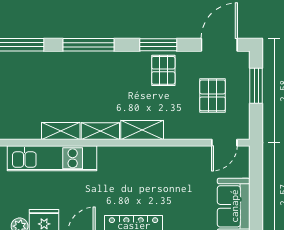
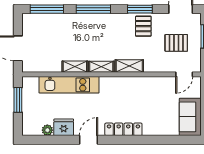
pallet: (213, 95) -> (176, 43), turned 90

